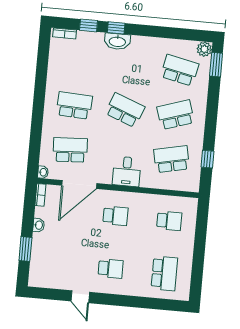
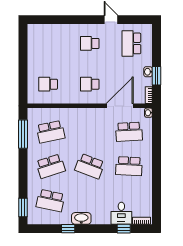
window: (116, 28) -> (68, 229), moved
washbasin: (117, 41) -> (81, 218), moved
plant: (204, 49) -> (33, 219), removed
window: (207, 159) -> (23, 134), width x2.17
desk: (127, 171) -> (121, 213), moved, turned 180
window: (25, 249) -> (157, 76), moved
school desk: (164, 273) -> (131, 43), moved

